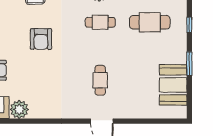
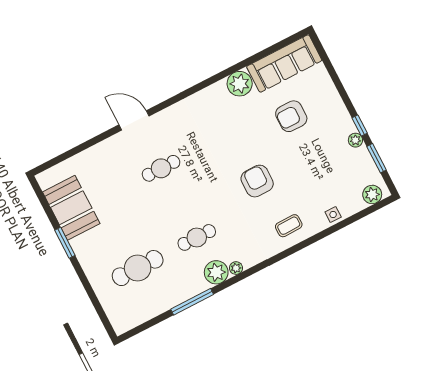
window: (189, 25) -> (89, 289), removed
cafe table: (100, 80) -> (161, 168), turned 90

